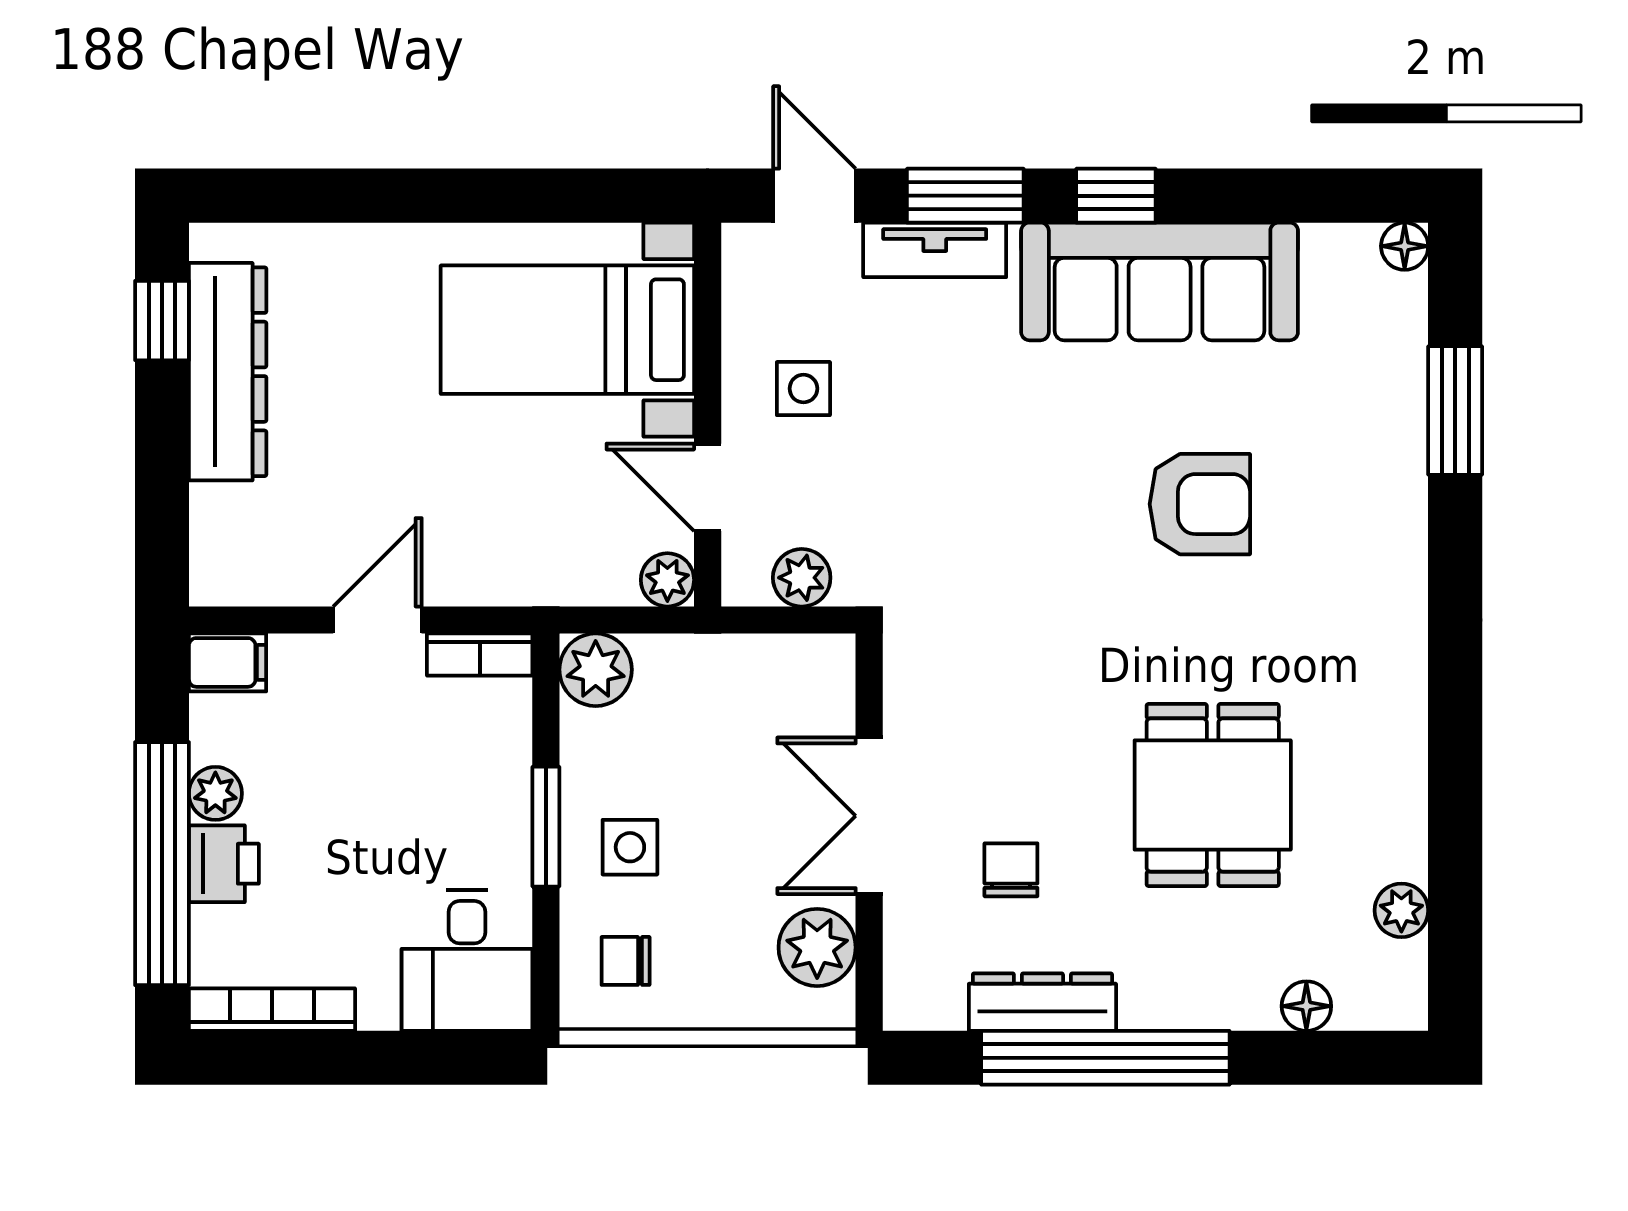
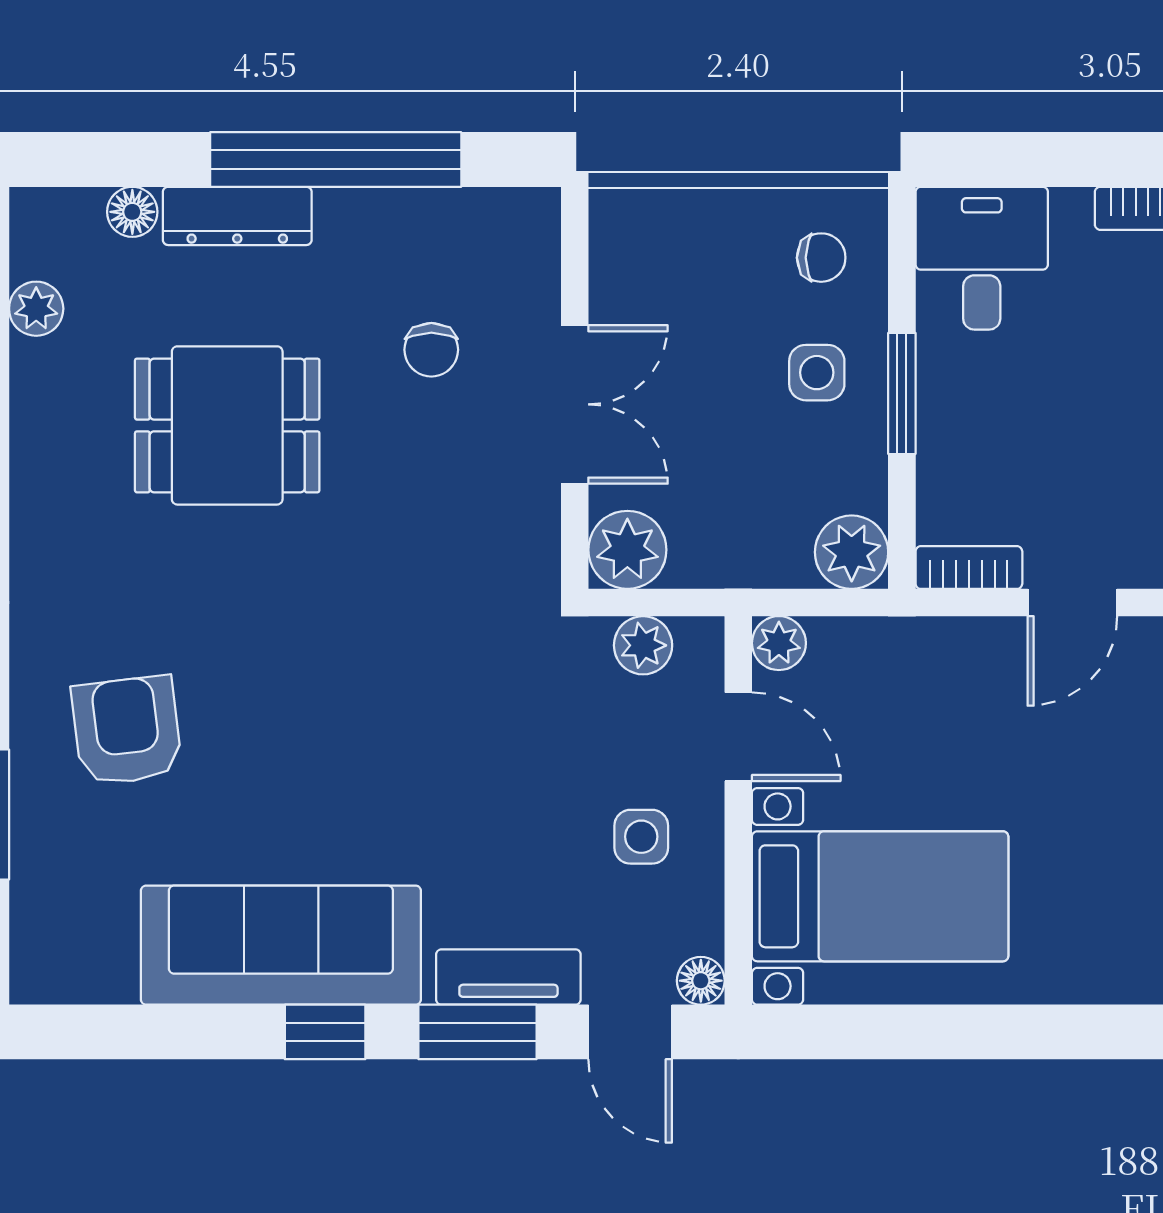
floor lamp: (1405, 246) -> (701, 981), moved
armchair: (1200, 504) -> (127, 731), moved, turned 83
dining table: (1213, 795) -> (227, 425), turned 90
plant: (817, 947) -> (627, 550), moved
dresser: (1042, 1002) -> (237, 216), moved

